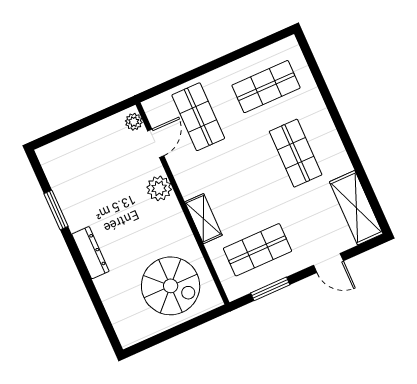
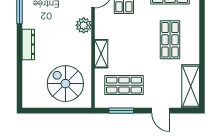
spiral stairs: (171, 286) -> (65, 84), turned 180

